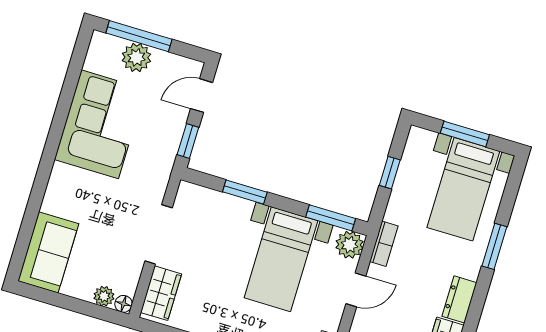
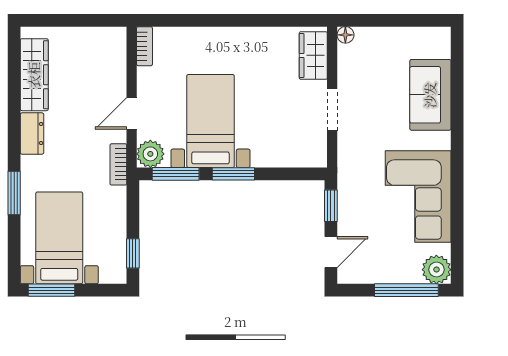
plant: (136, 57) -> (436, 270), moved
window: (465, 134) -> (51, 290), moved
window: (390, 173) -> (133, 253), moved
window: (245, 192) -> (233, 174), moved
doorway: (159, 234) -> (332, 110), width x0.73
sofa: (48, 252) -> (430, 95), moved
plant: (104, 296) -> (366, 37), removed

